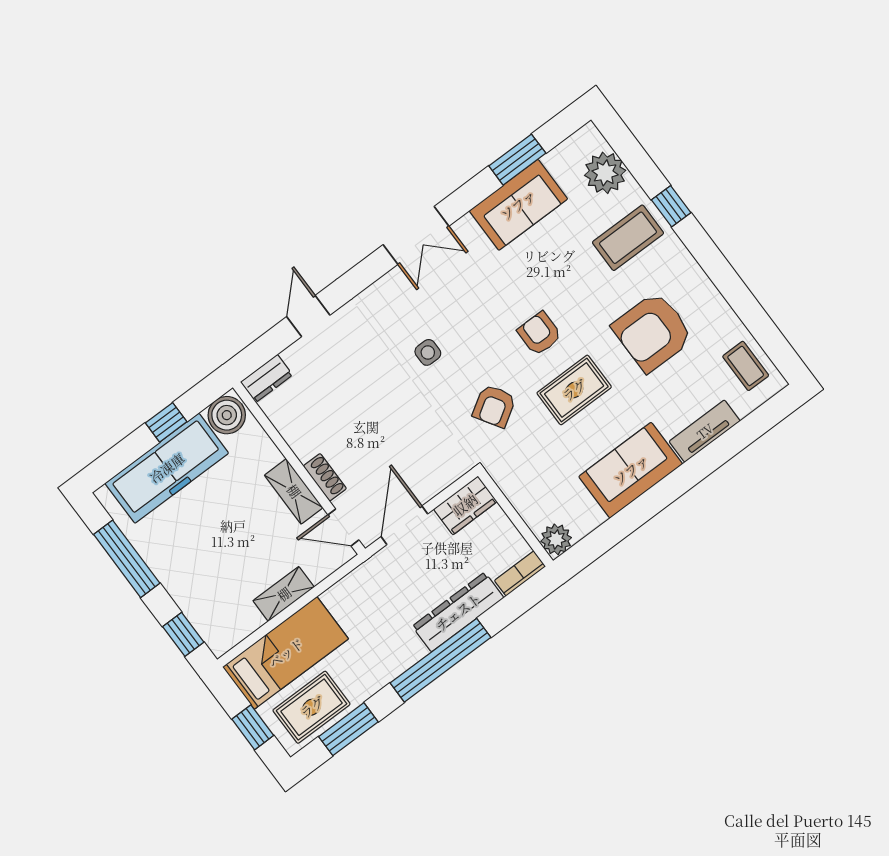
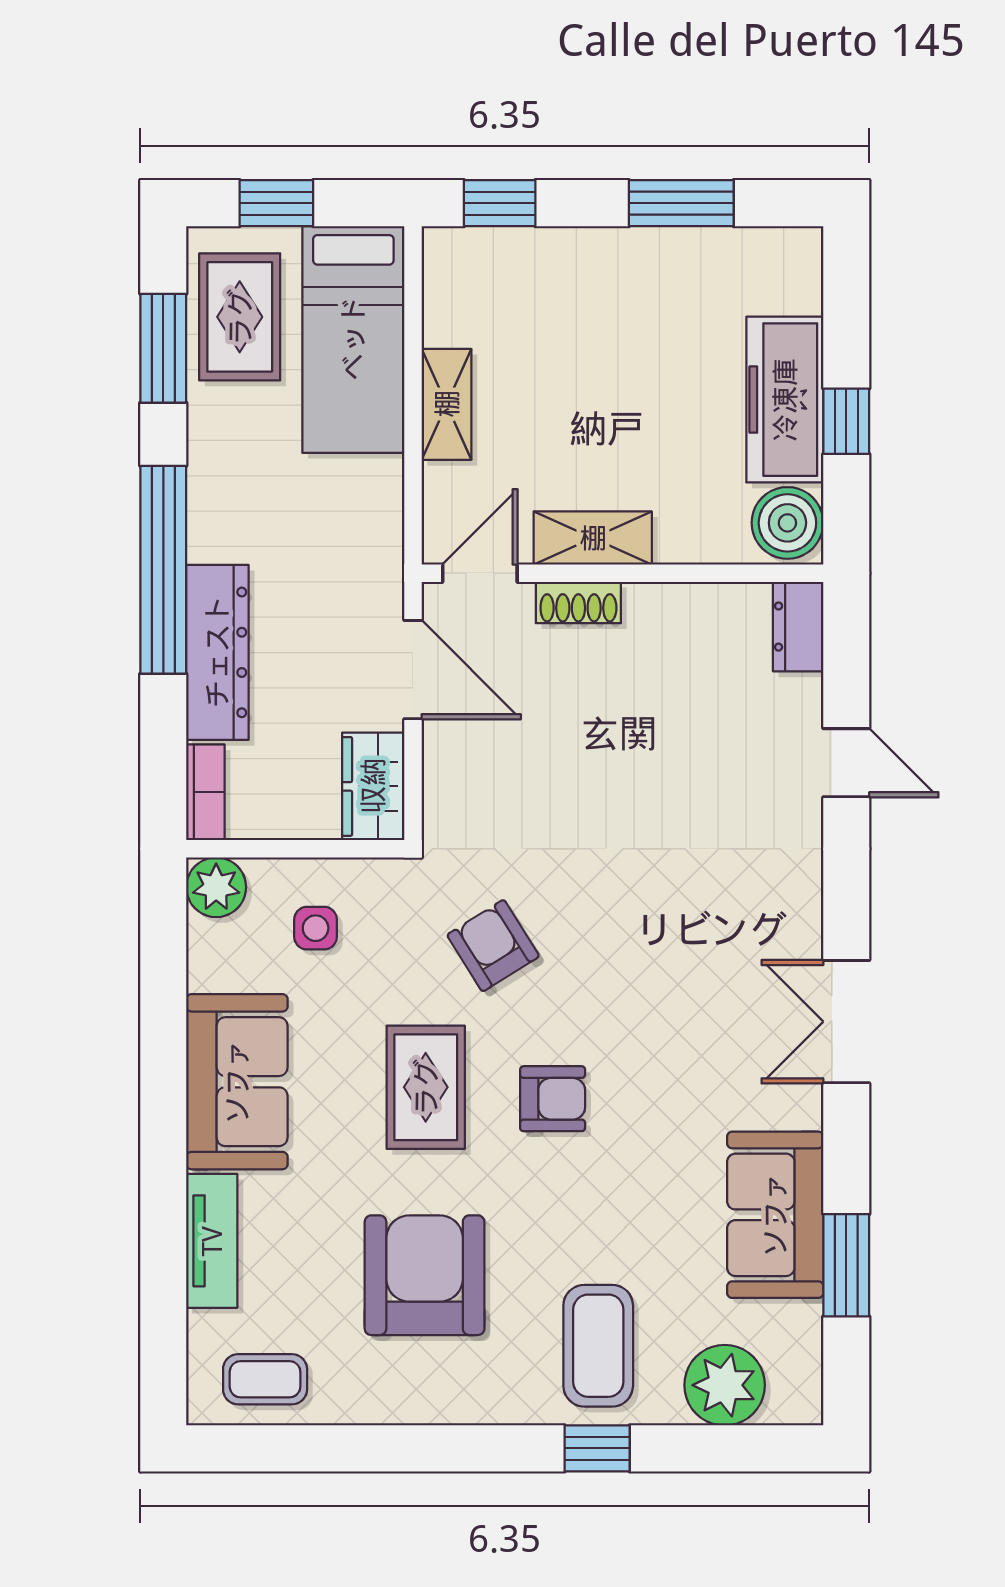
side table: (428, 352) -> (316, 928), moved
freezer: (167, 468) -> (785, 400), width x0.73, depth x0.79
window: (127, 559) -> (681, 203), width x0.69

